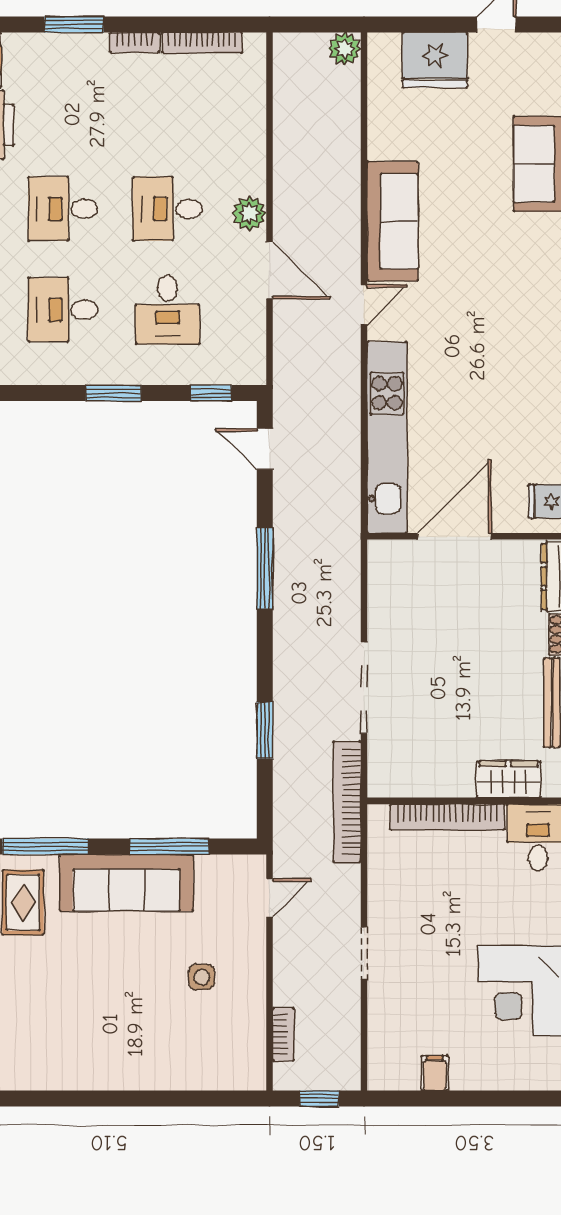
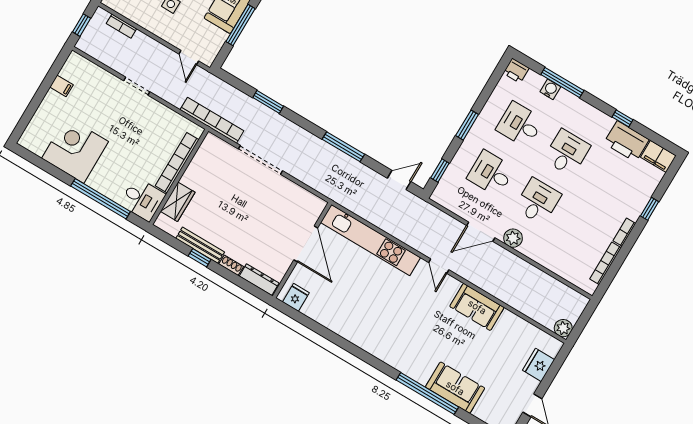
window: (74, 25) -> (650, 209), width x0.67
fridge: (435, 60) -> (539, 365), width x0.73, depth x0.75
sofa: (393, 221) -> (477, 307), width x0.73
desk: (63, 310) -> (520, 125), turned -90

